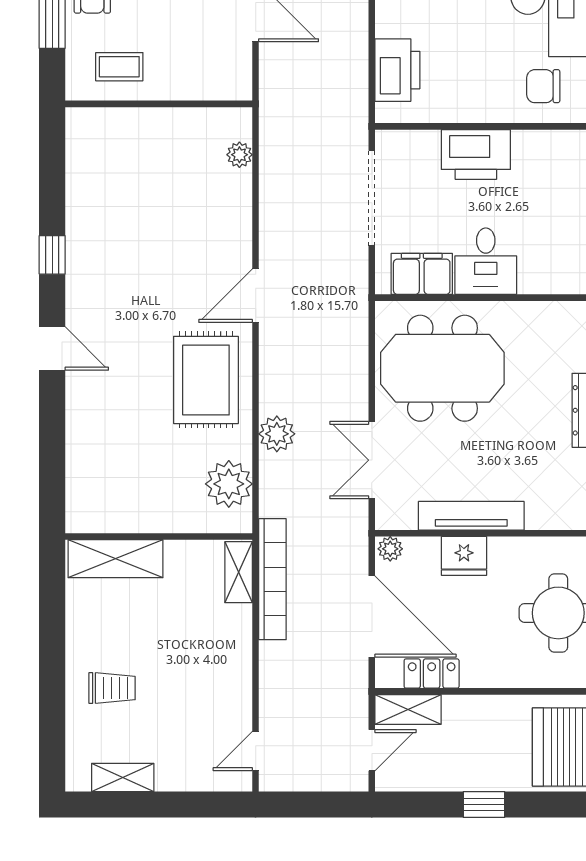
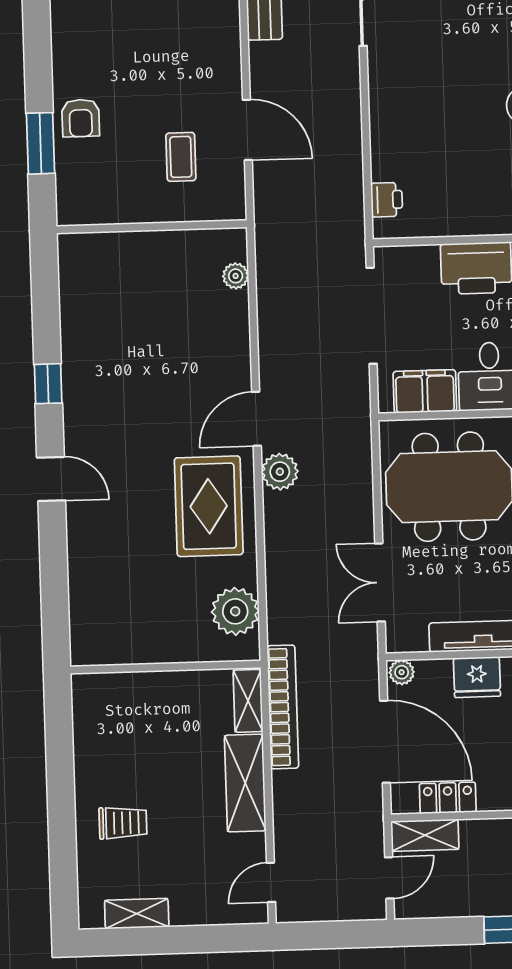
coffee table: (119, 67) -> (181, 157), moved, turned 90
printer: (397, 70) -> (387, 200), width x0.53, depth x0.68
plant: (277, 434) -> (280, 472), moved
shelving: (116, 559) -> (245, 783), moved, turned 90

